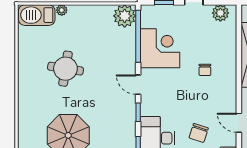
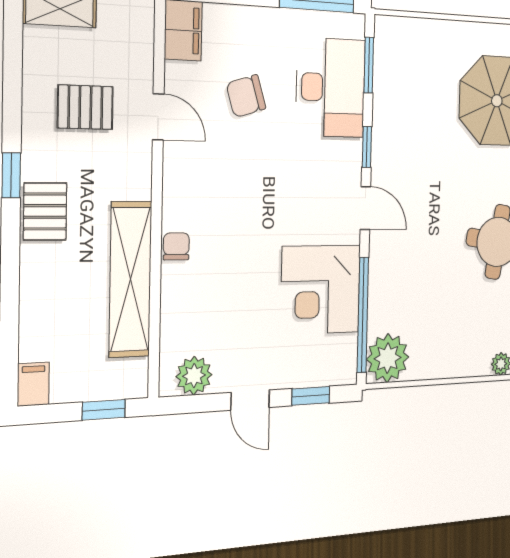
chair: (205, 70) -> (176, 246), moved
chair: (199, 133) -> (246, 96), turned -125

